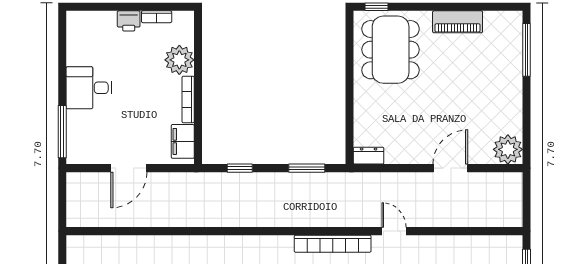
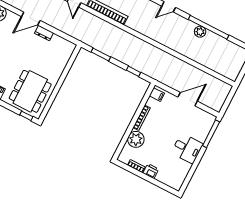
filing cabinet: (183, 141) -> (157, 95), width x0.50
dresser: (369, 156) -> (44, 33), moved

